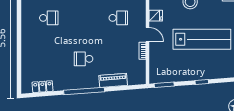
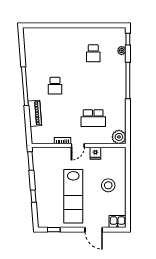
school desk: (118, 18) -> (93, 118), width x1.85
school desk: (84, 59) -> (55, 86), turned 180
locker: (43, 87) -> (29, 47), removed

